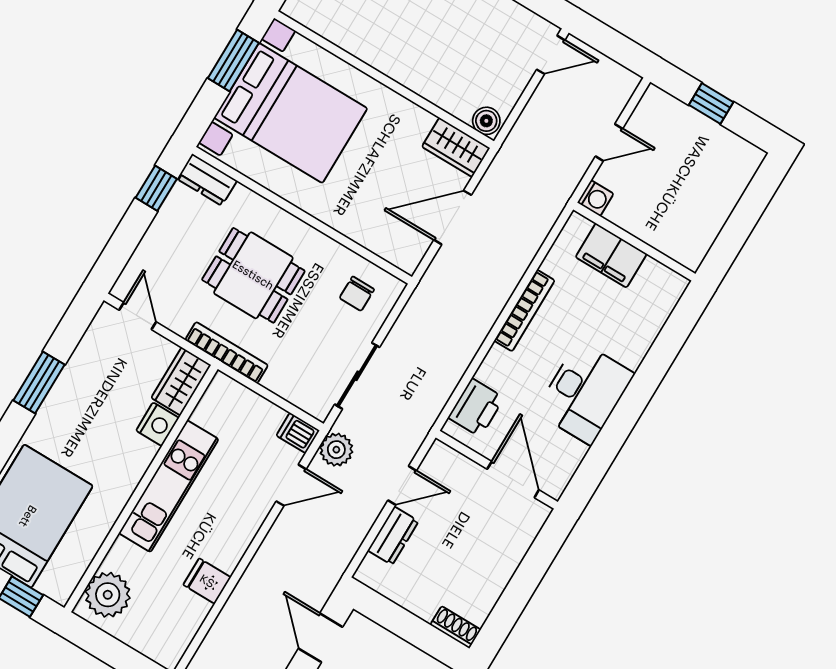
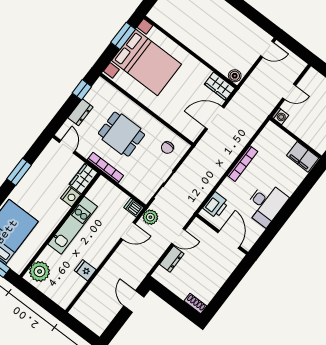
dresser: (207, 180) -> (80, 112), moved, turned -90
filing cabinet: (611, 255) -> (303, 157), moved

